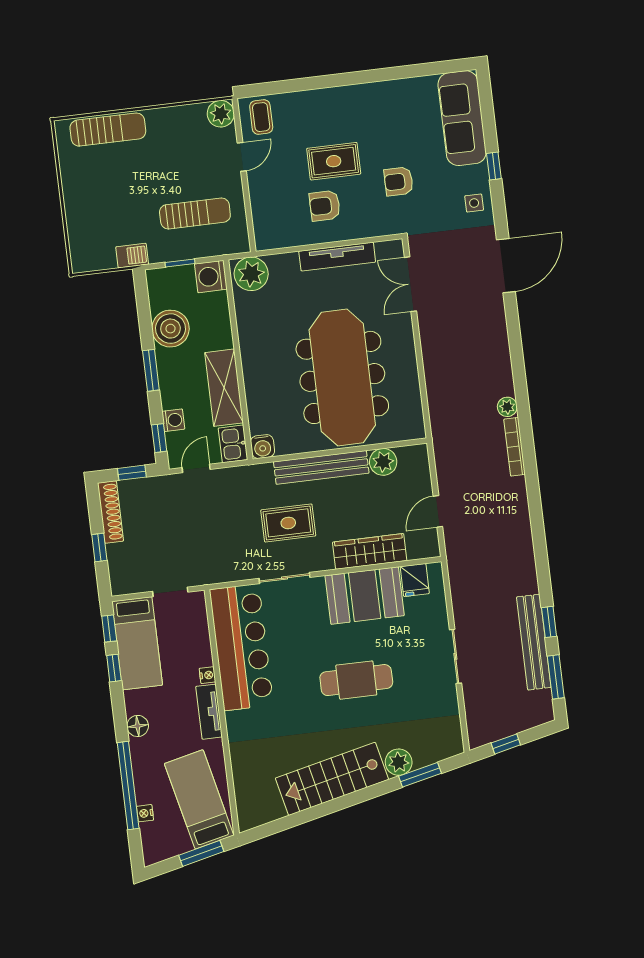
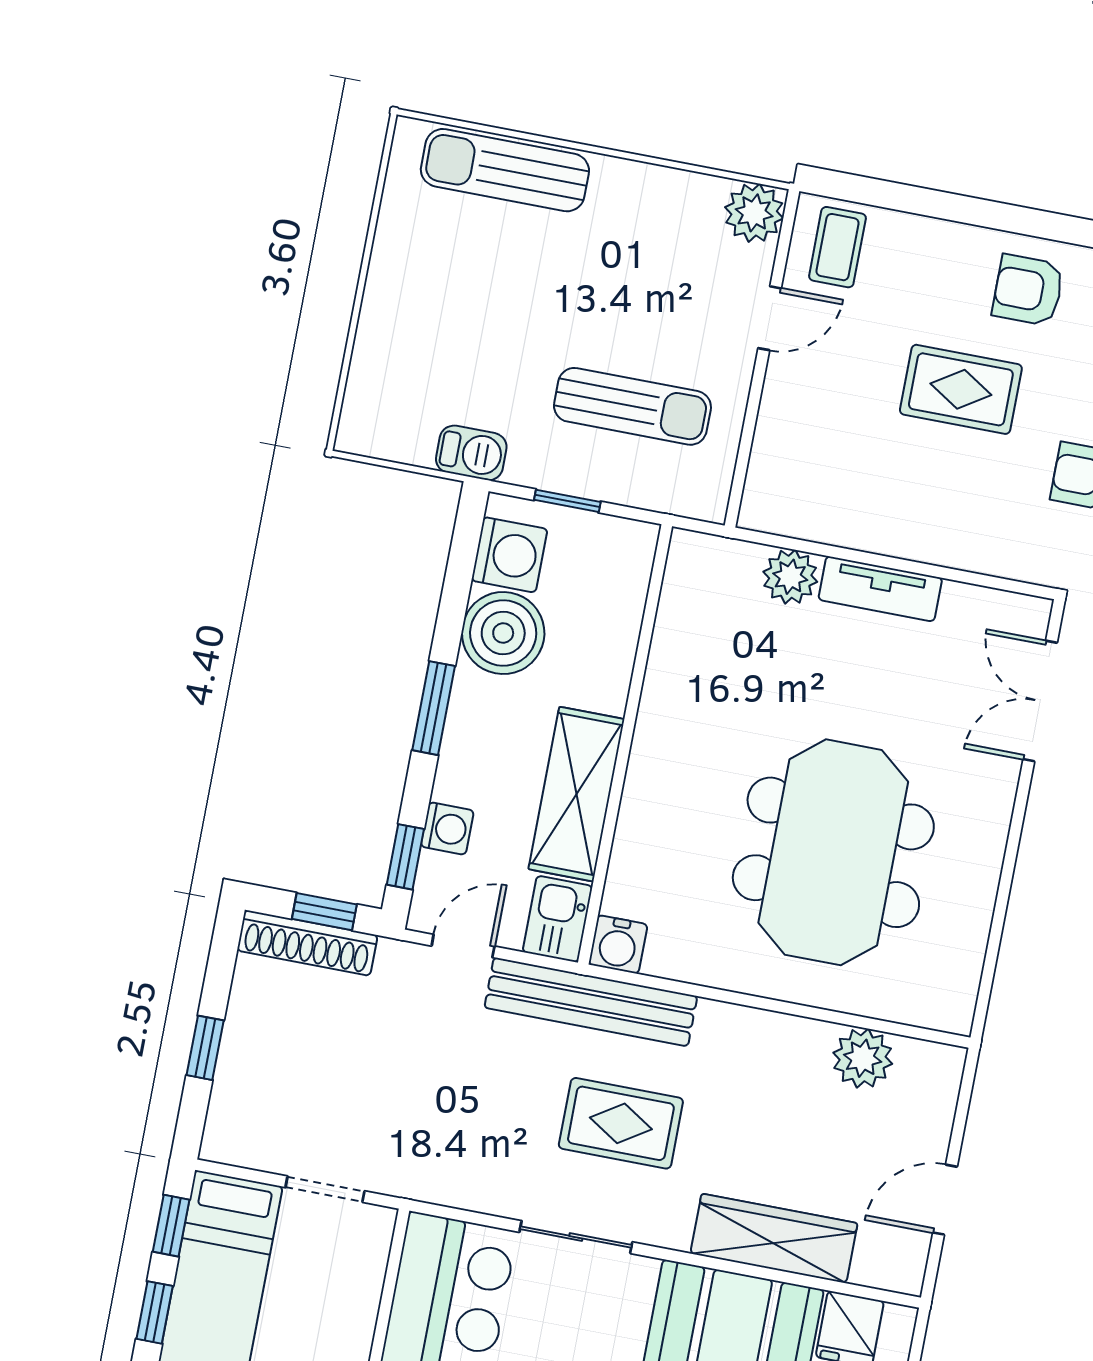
sun lounger: (108, 130) -> (505, 170), turned 180
armchair: (325, 206) -> (1028, 290), moved
tv unit: (337, 257) -> (880, 589), width x0.71
plant: (251, 274) -> (790, 577), moved, width x0.73, depth x0.73
washing machine: (211, 276) -> (509, 555), moved, turned 180
meeting table: (342, 377) -> (833, 852), width x0.73
bench: (321, 467) -> (591, 1002), moved
shoe rack: (110, 512) -> (307, 943), moved, turned 90

